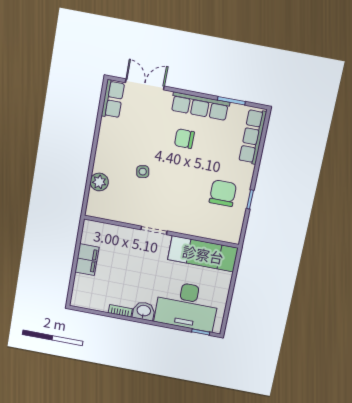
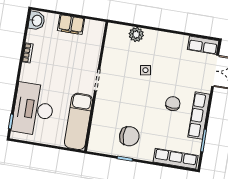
washbasin: (144, 311) -> (37, 21), moved

